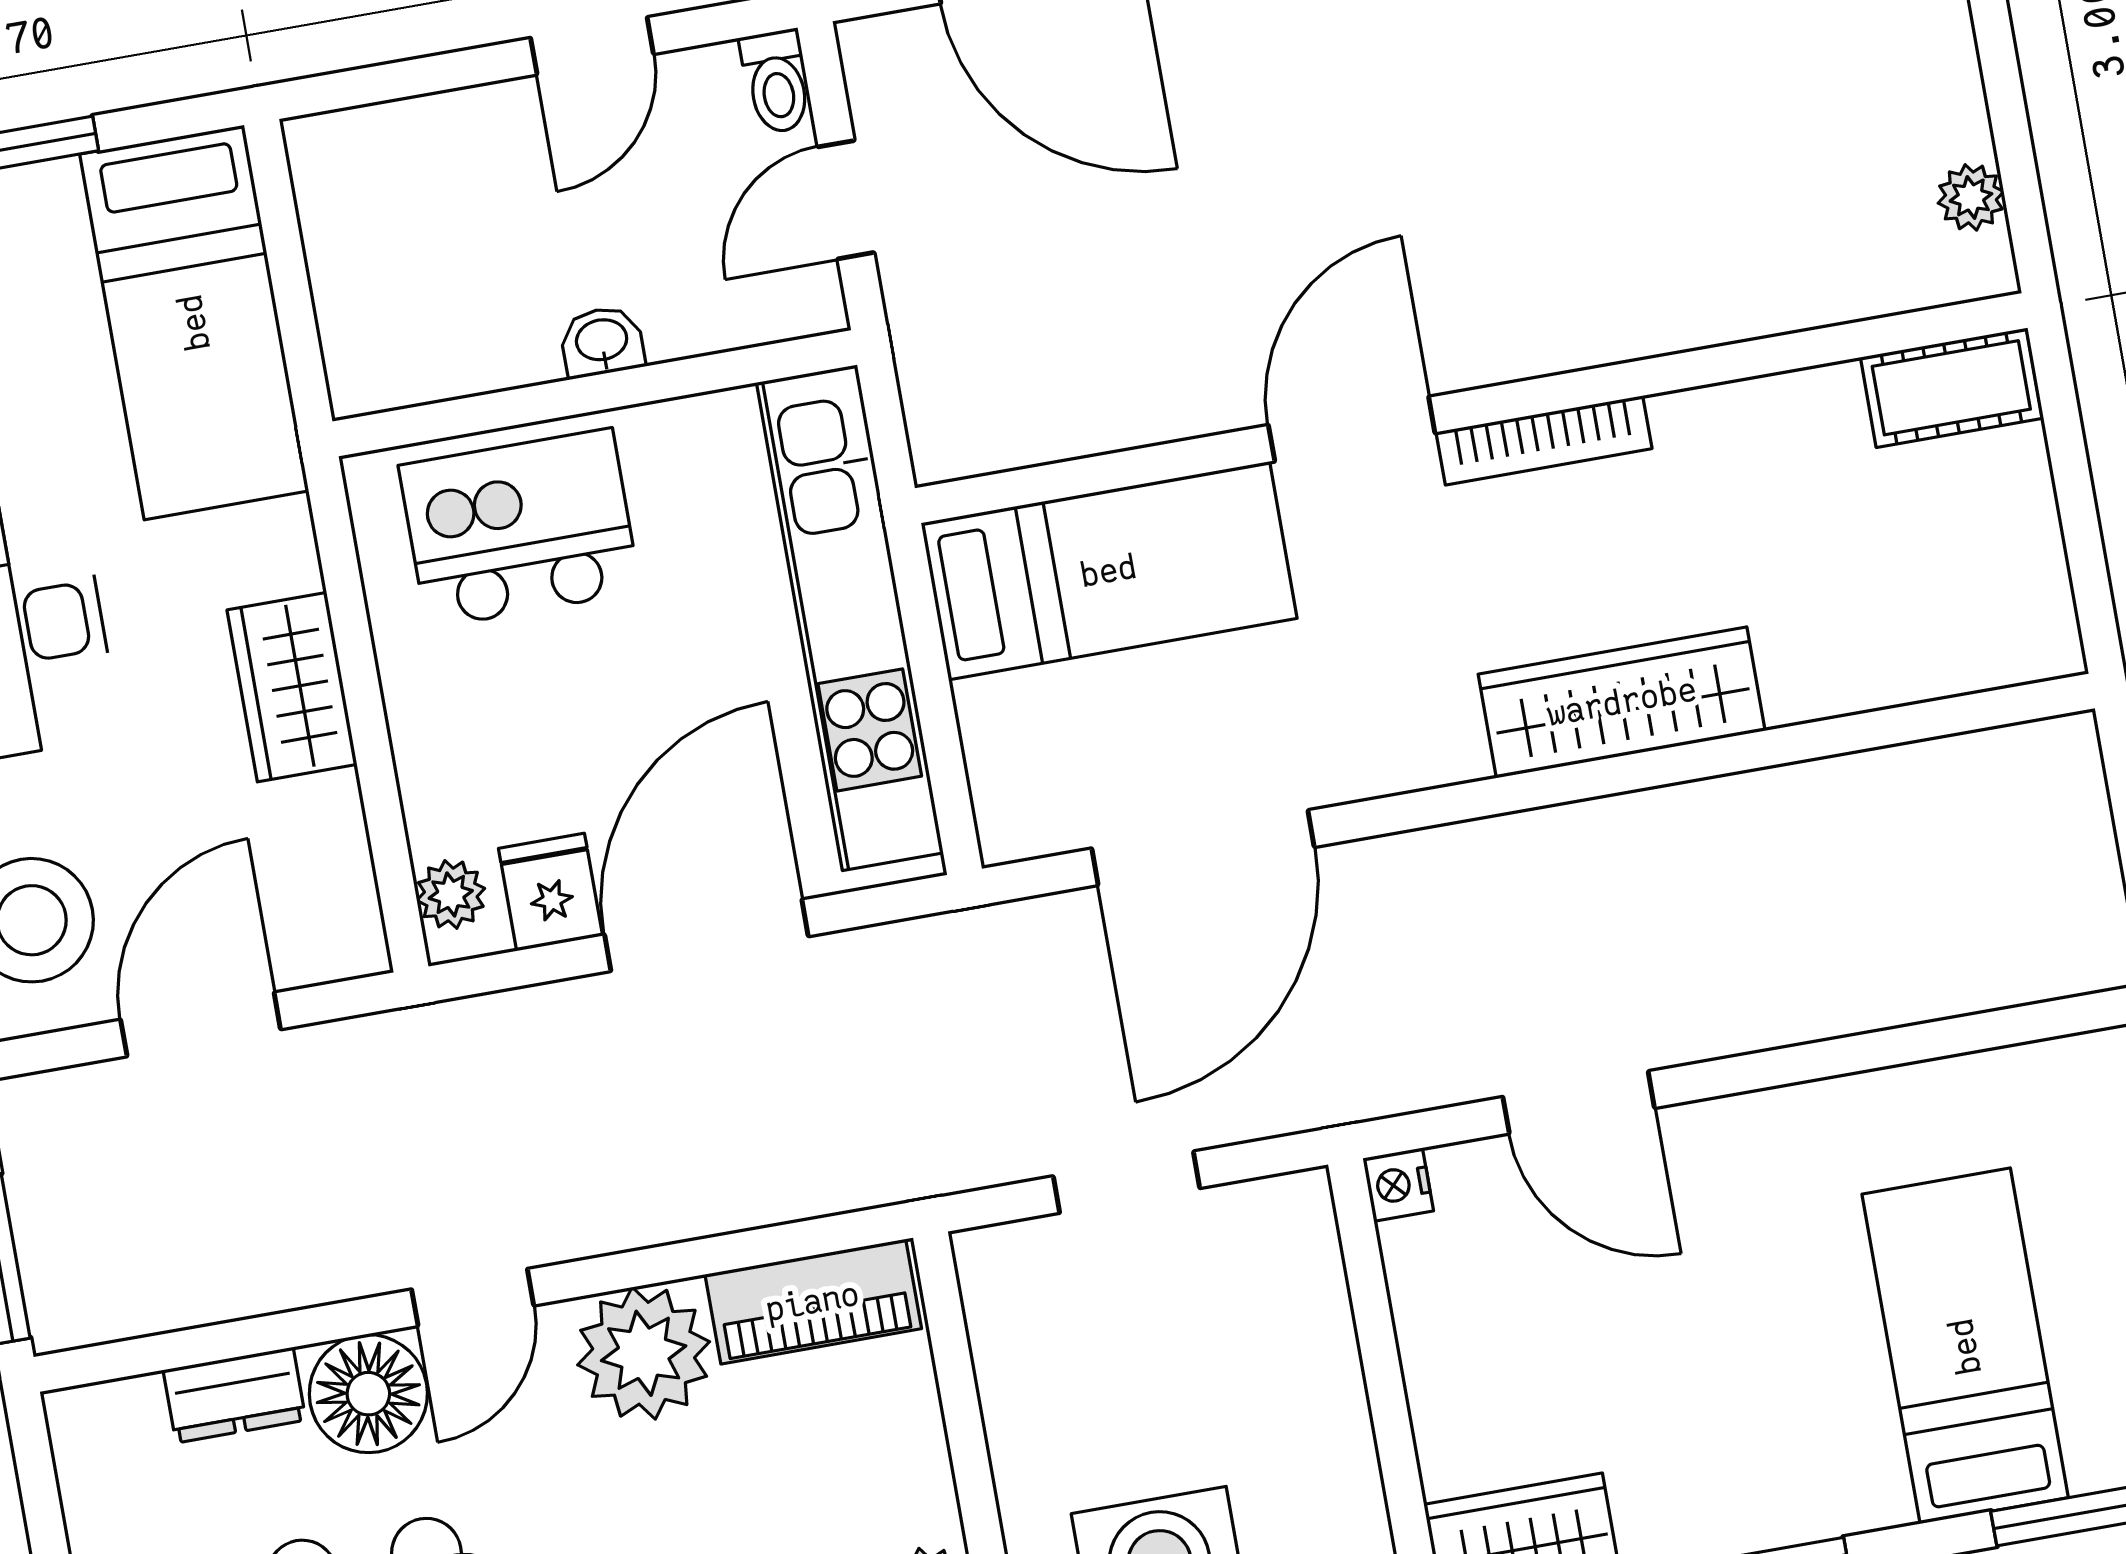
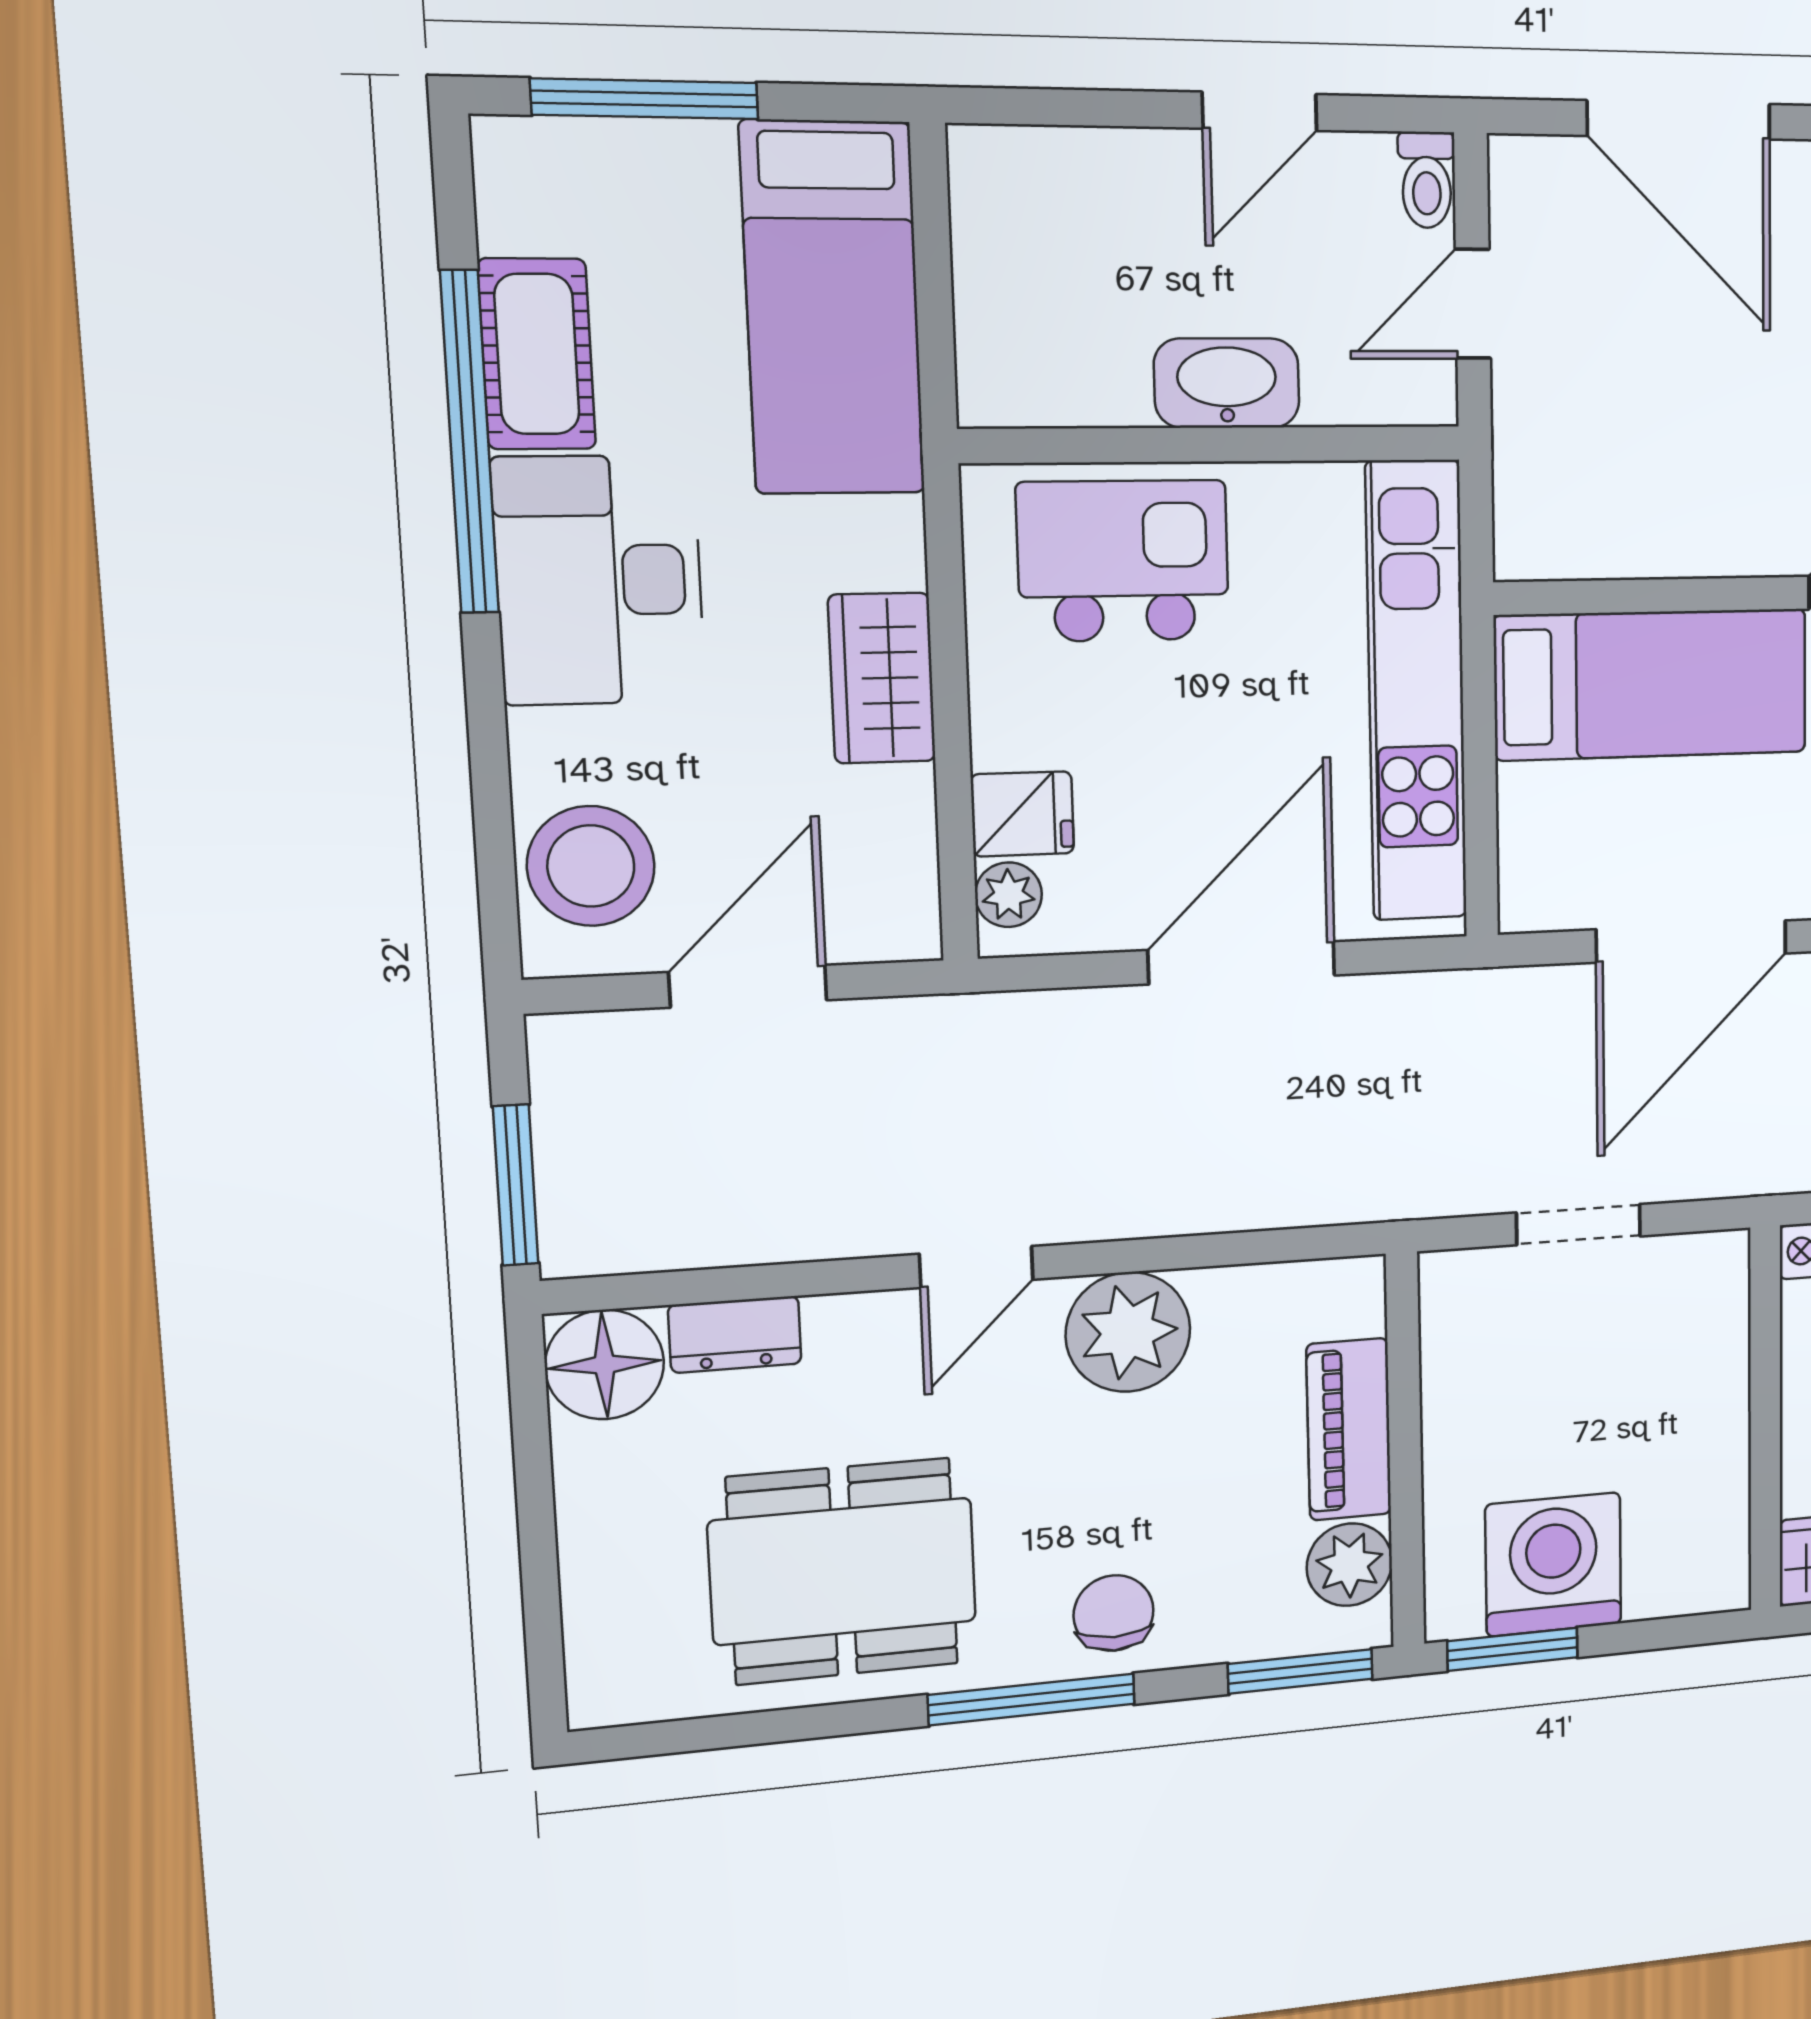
washbasin: (602, 342) -> (1227, 383), width x1.91, depth x1.45
fridge: (550, 892) -> (1022, 814), moved, turned 90
piano: (813, 1302) -> (1349, 1429), moved, turned 90
floor lamp: (368, 1394) -> (605, 1365), moved

